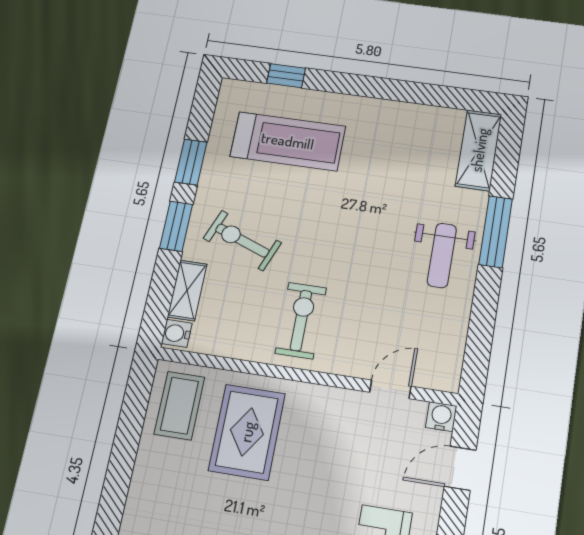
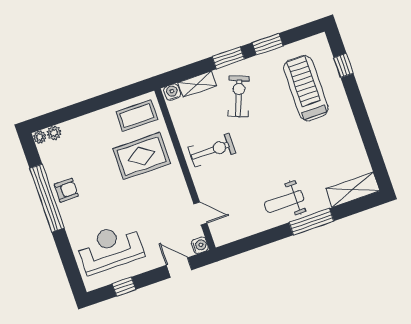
treadmill: (288, 141) -> (306, 88), turned 180

